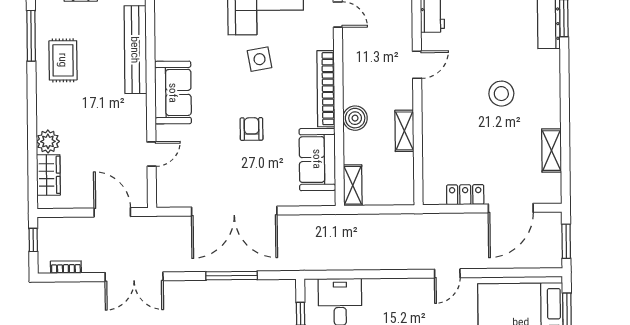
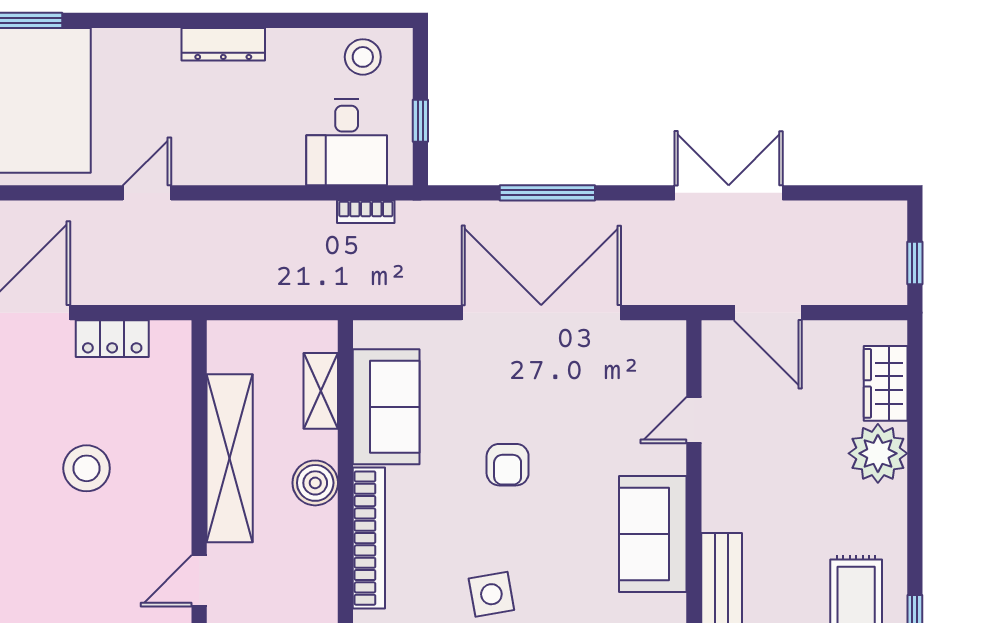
stool: (501, 94) -> (87, 468), moved
shelving: (404, 131) -> (230, 458), width x2.20, depth x1.33
plant: (48, 141) -> (878, 453), width x1.36, depth x1.36
shelving: (353, 185) -> (321, 391), moved
bookcase: (66, 267) -> (366, 212), moved

